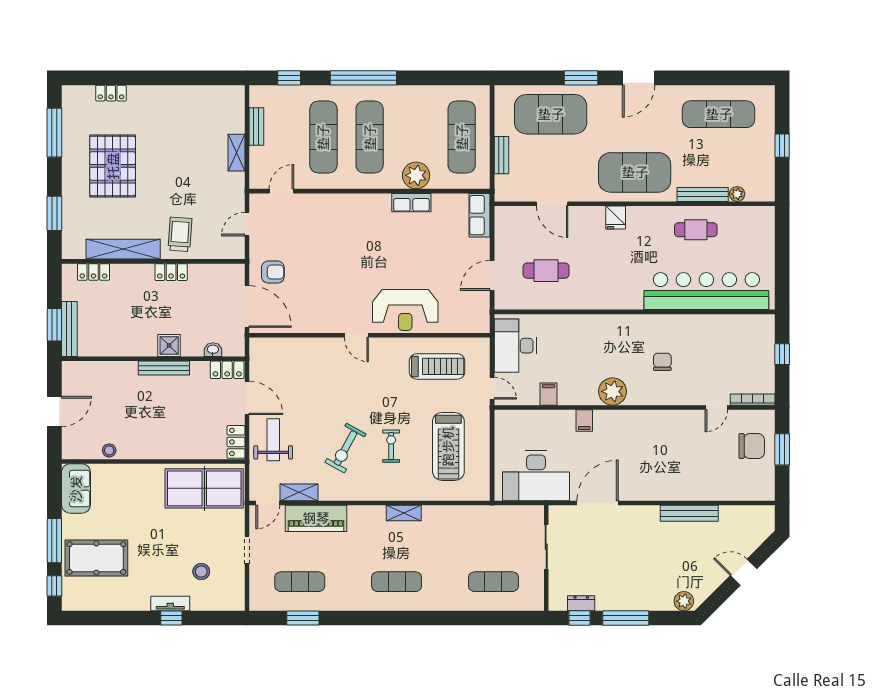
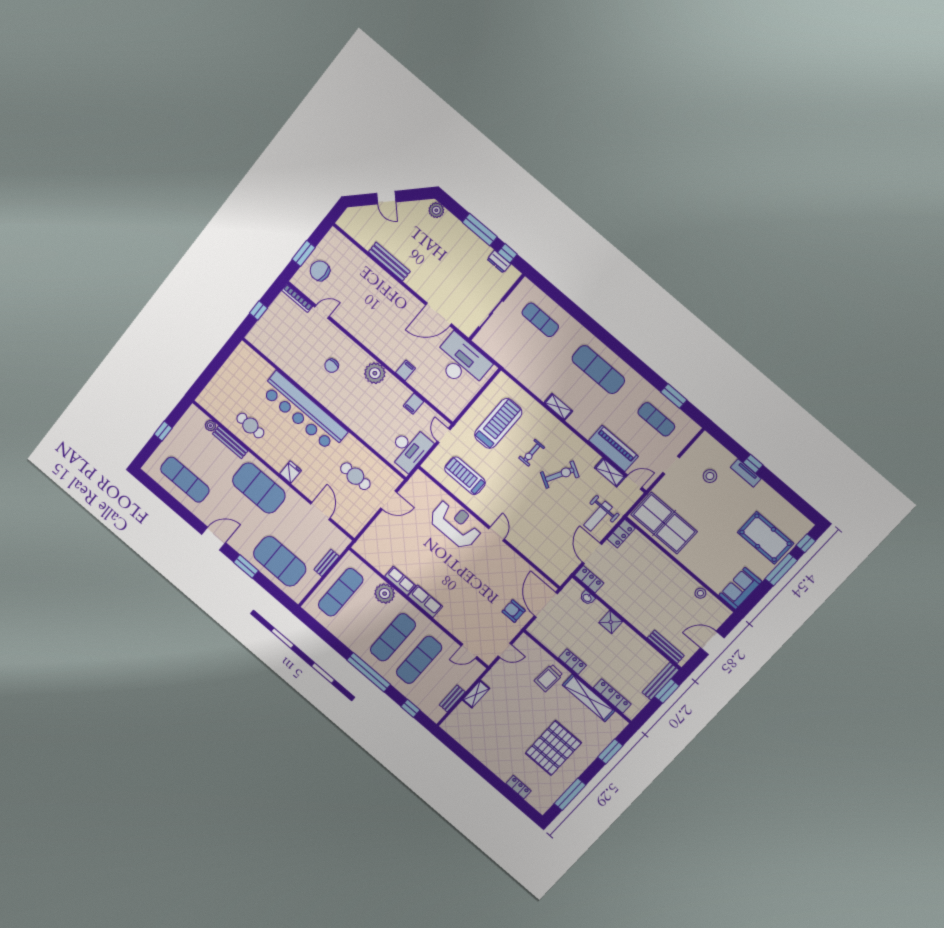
row of seats: (480, 215) -> (425, 601), moved, turned -90
locker: (93, 272) -> (612, 696), width x1.53
bar counter: (706, 291) -> (304, 412), moved
bench: (164, 368) -> (666, 647), moved
exercise mat: (397, 582) -> (598, 370), width x1.36, depth x1.45

